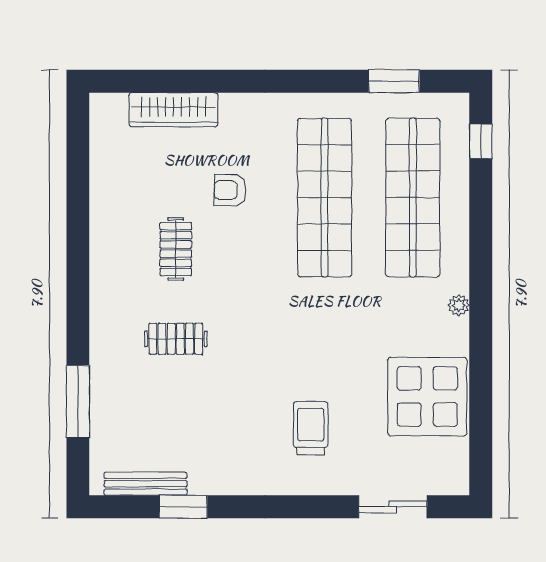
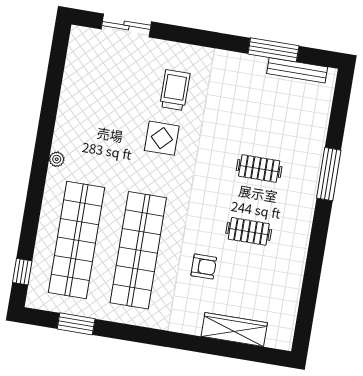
clothes rail: (176, 249) -> (249, 231), turned 90
display table: (427, 397) -> (162, 138), moved, width x0.54, depth x0.54
window: (78, 401) -> (329, 174), moved
trolley: (311, 428) -> (175, 90), turned 180
window: (183, 507) -> (273, 50), width x1.44

